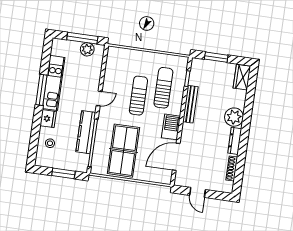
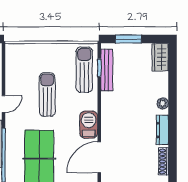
sun lounger: (163, 88) -> (84, 70), moved
bench: (190, 104) -> (107, 70), moved
plant: (234, 117) -> (163, 103), width x0.53, depth x0.53

